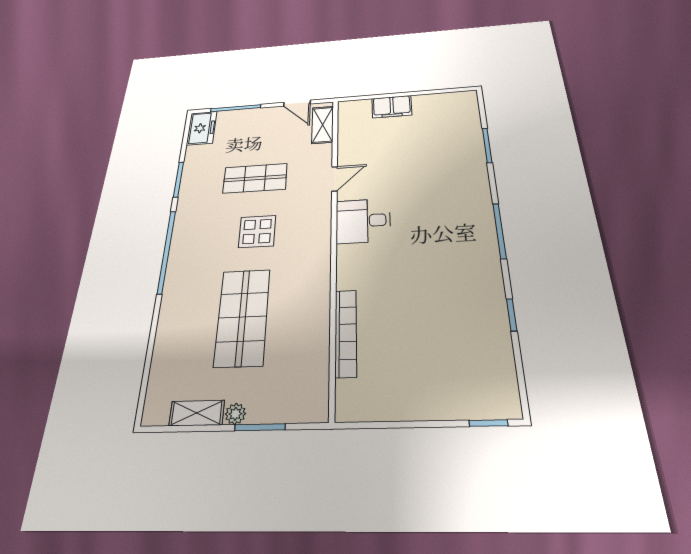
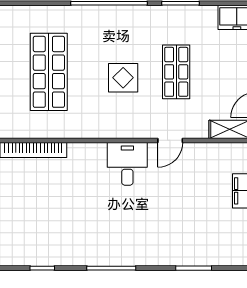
door: (335, 179) -> (170, 140), hinge flipped
shop shelf: (242, 317) -> (49, 72), turned 90

